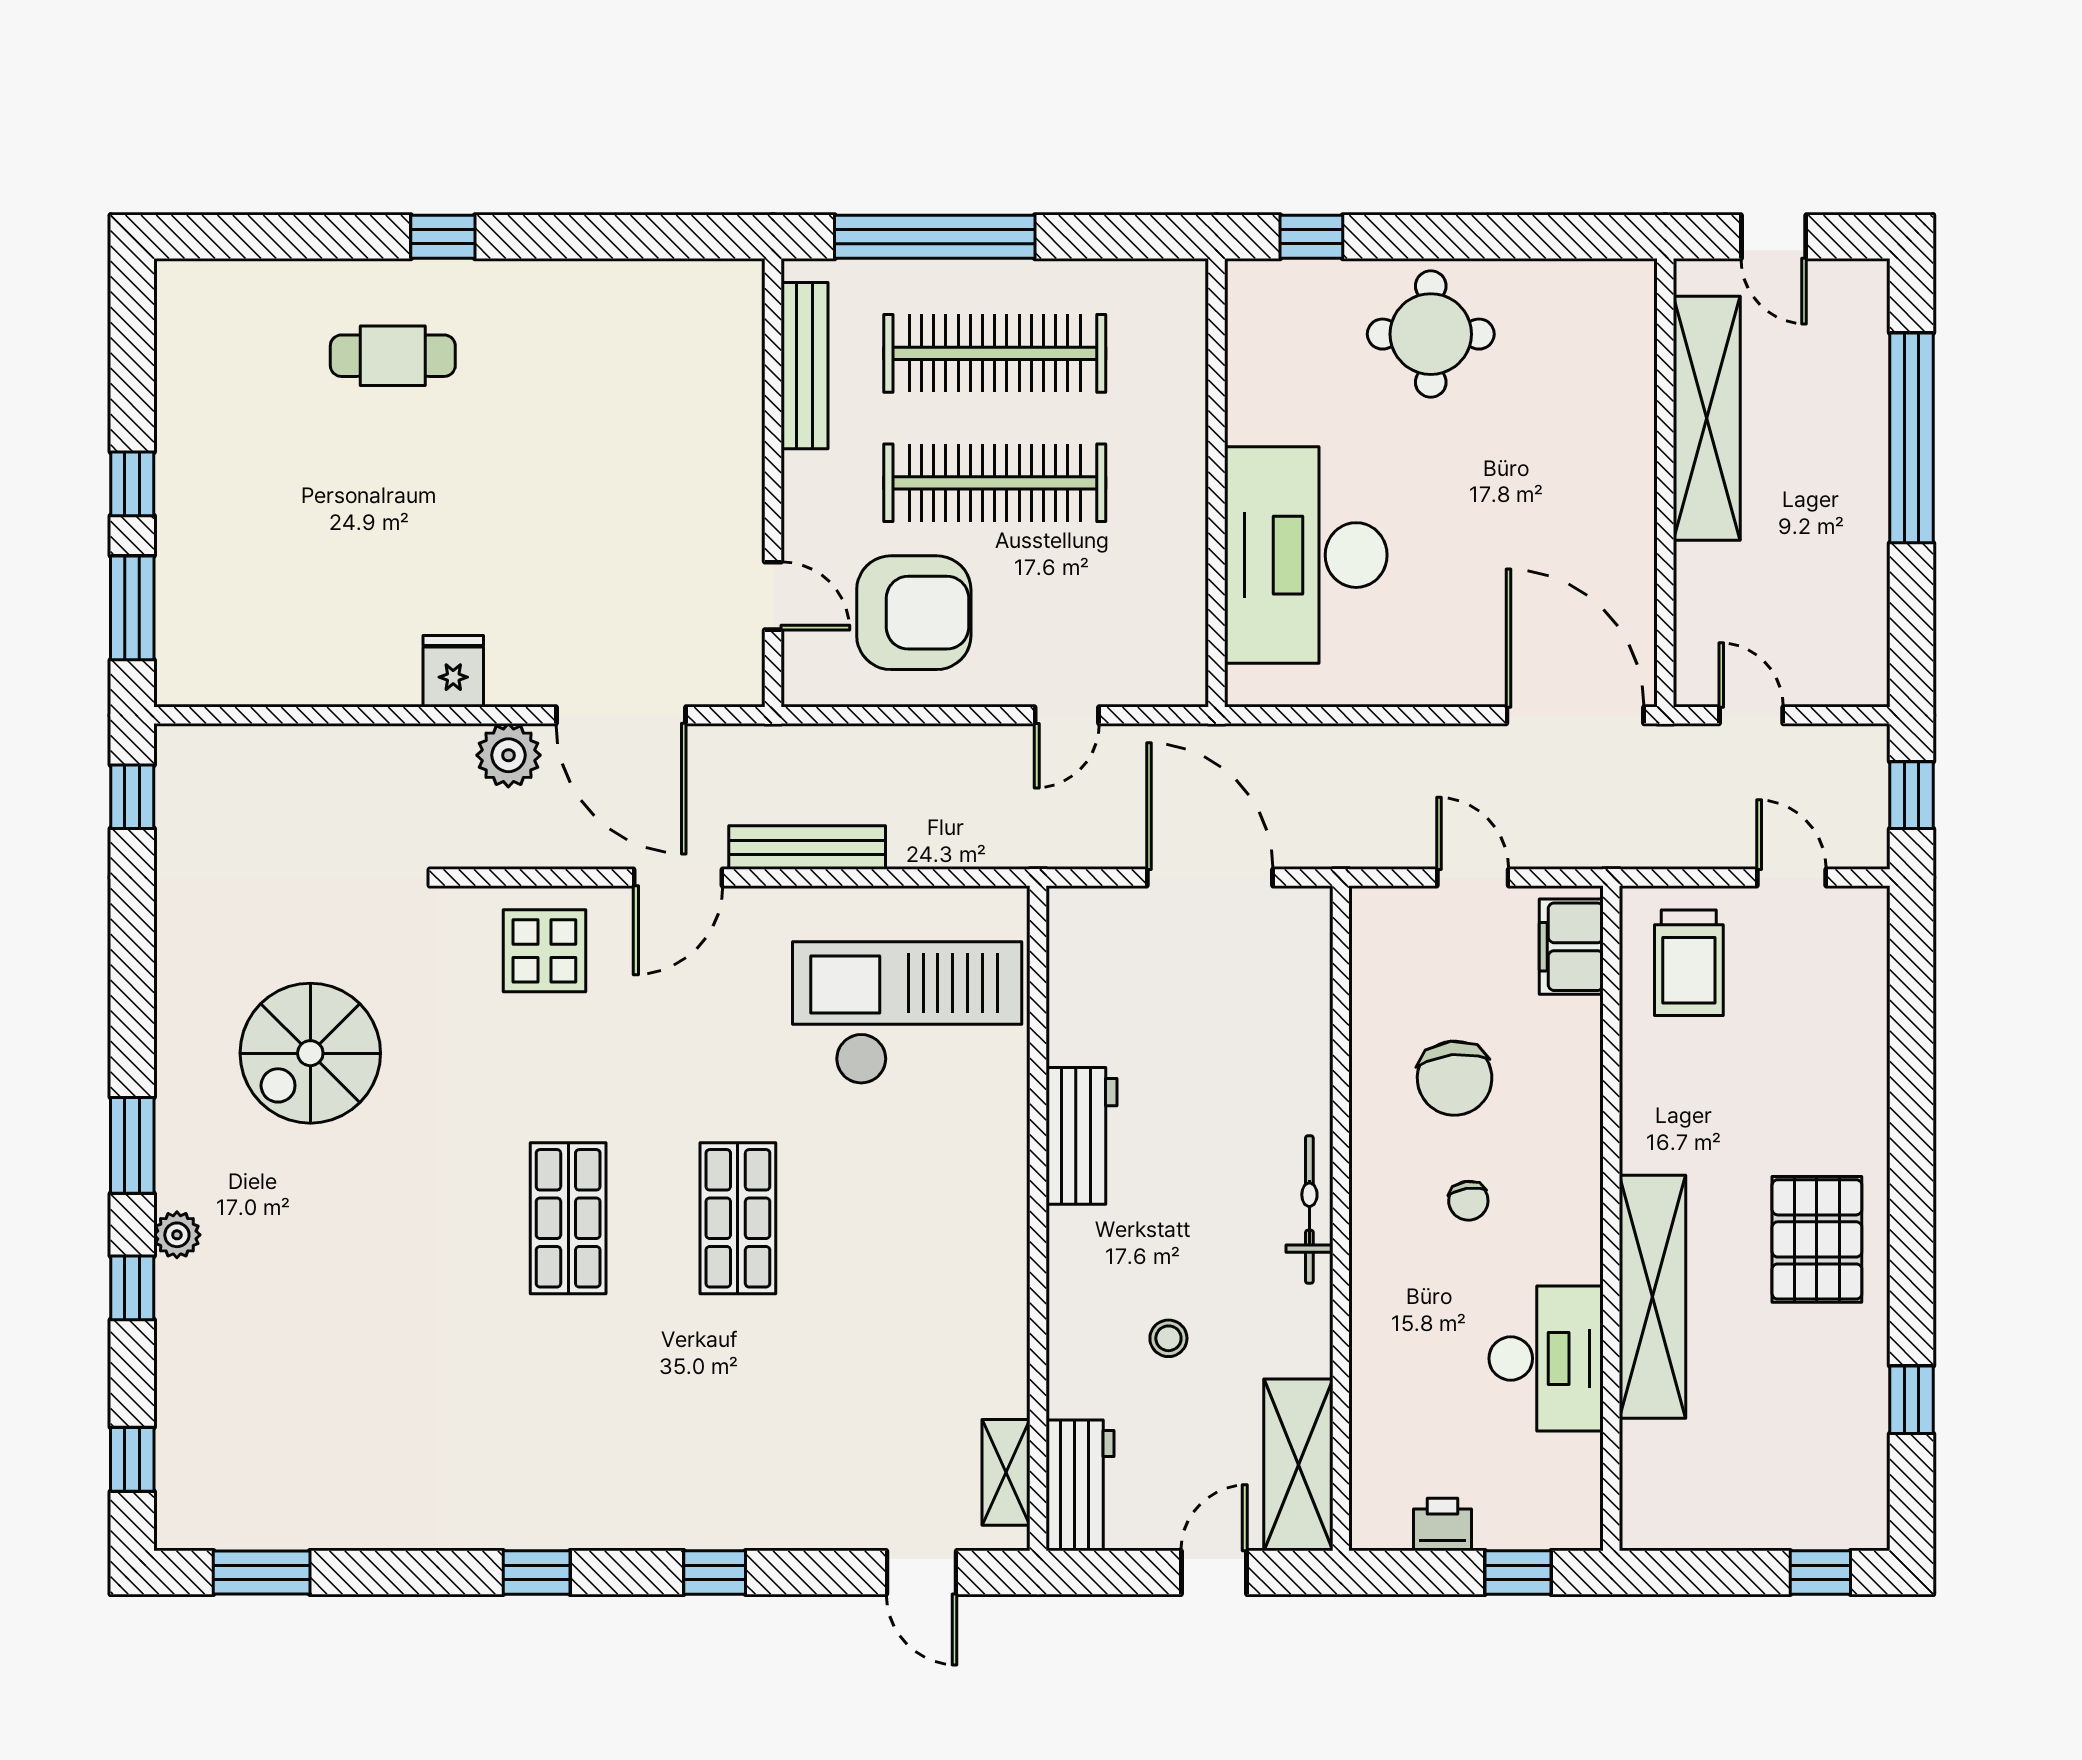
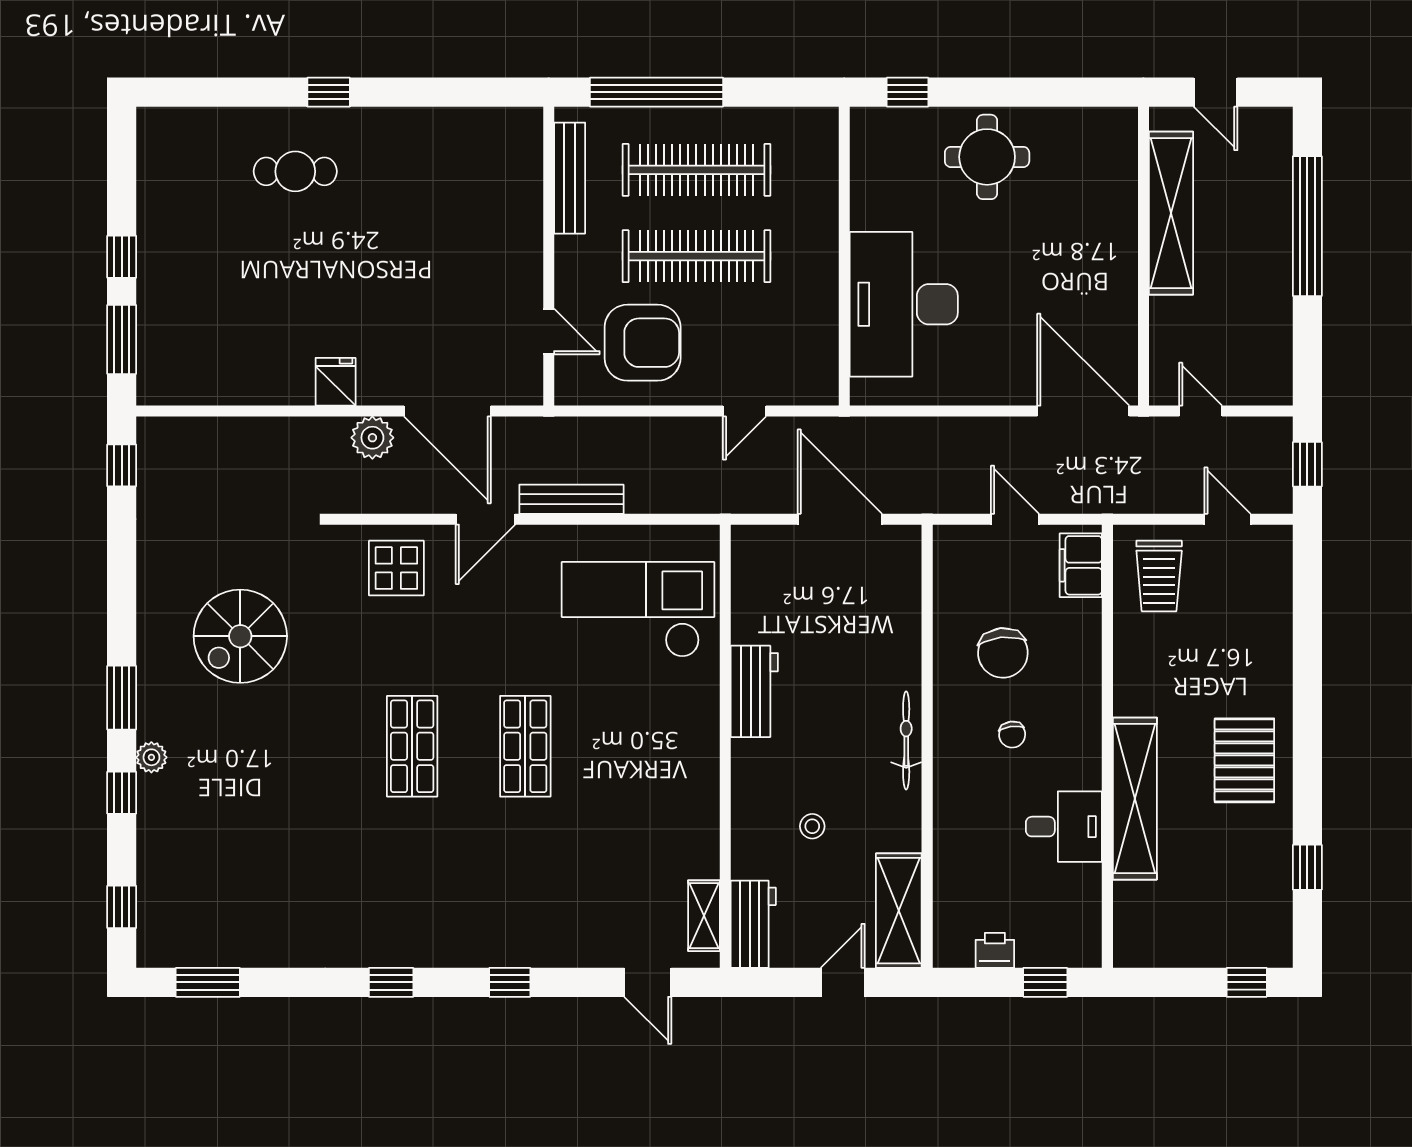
desk: (1546, 1358) -> (1064, 827), width x0.73

